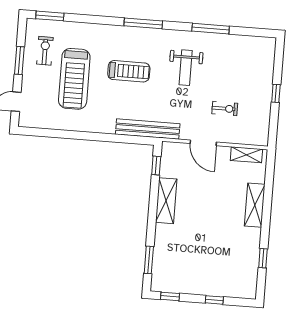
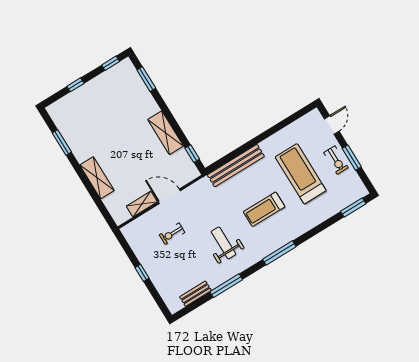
bench: (242, 41) -> (195, 294), added
exercise bike: (45, 51) -> (336, 160), moved
bench: (148, 129) -> (236, 166), moved
shelving: (246, 155) -> (142, 204), moved
window: (263, 258) -> (62, 143), width x1.50

